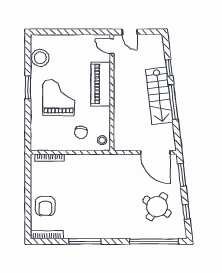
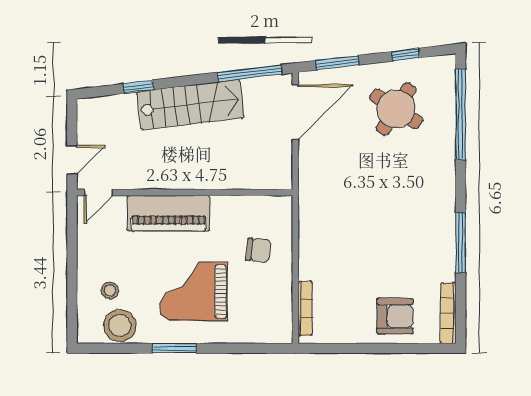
window: (173, 102) -> (250, 73), moved
stool: (102, 140) -> (110, 291), moved

